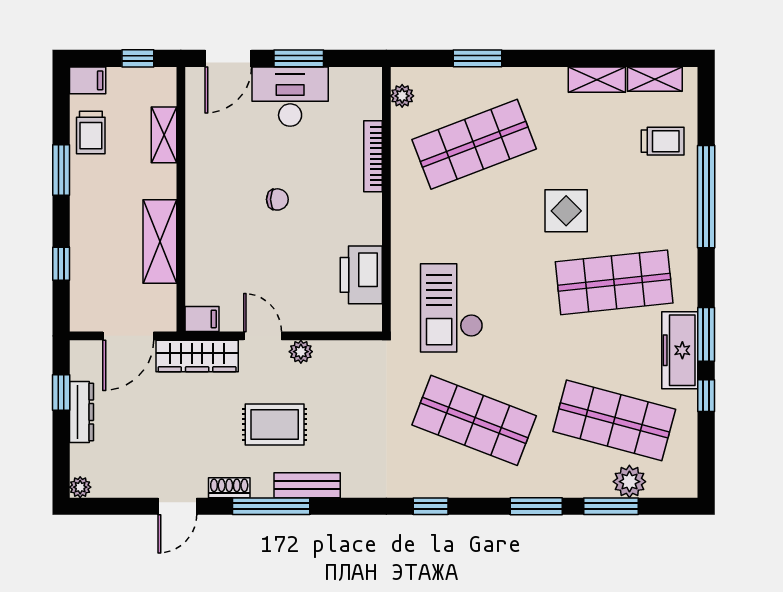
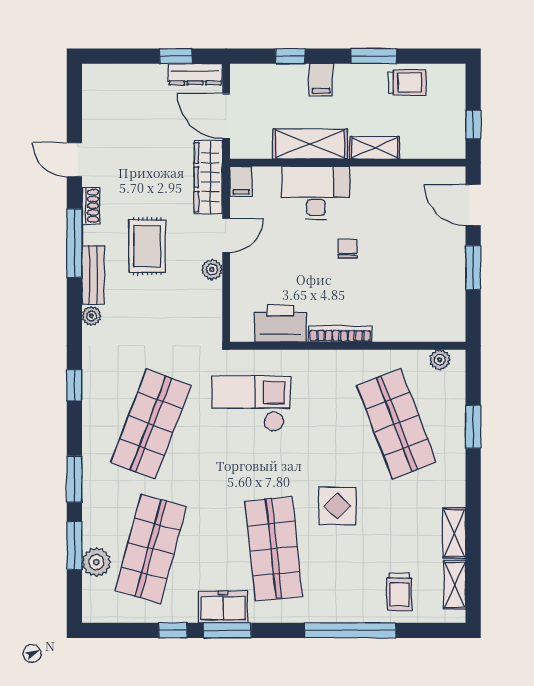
filing cabinet: (88, 80) -> (321, 80), moved
desk: (290, 97) -> (316, 193), moved, turned -90
trolley: (91, 133) -> (407, 83), turned 180
shelving: (164, 135) -> (374, 148), moved
bookcase: (373, 156) -> (340, 334), moved
chair: (277, 199) -> (348, 249), turned 180
freezer: (680, 350) -> (223, 607), width x0.71
dresser: (82, 412) -> (195, 74), moved
plant: (80, 487) -> (91, 316), moved

